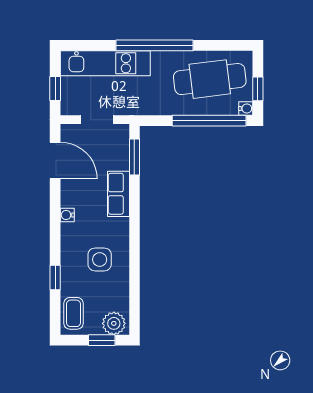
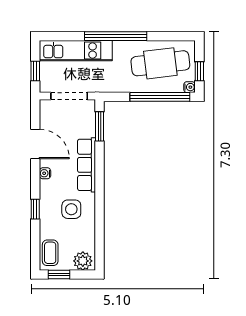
doorway: (97, 120) -> (69, 96), width x1.38
door: (55, 160) -> (35, 144), moved
row of seats: (118, 194) -> (86, 165), width x1.48
window: (55, 277) -> (35, 209), moved
window: (102, 340) -> (59, 275), moved

